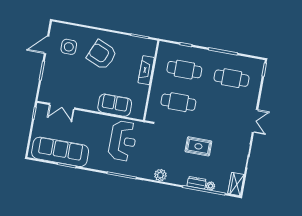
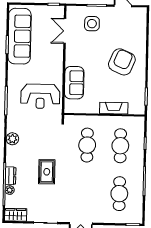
side table: (69, 47) -> (92, 24), moved

